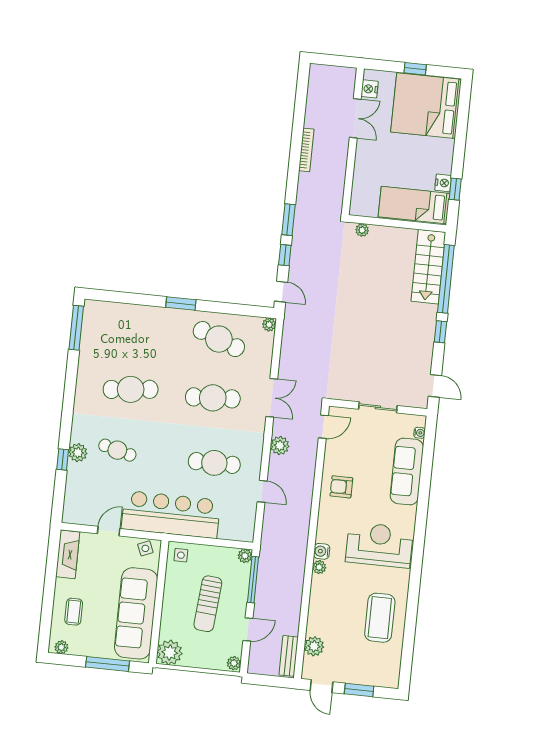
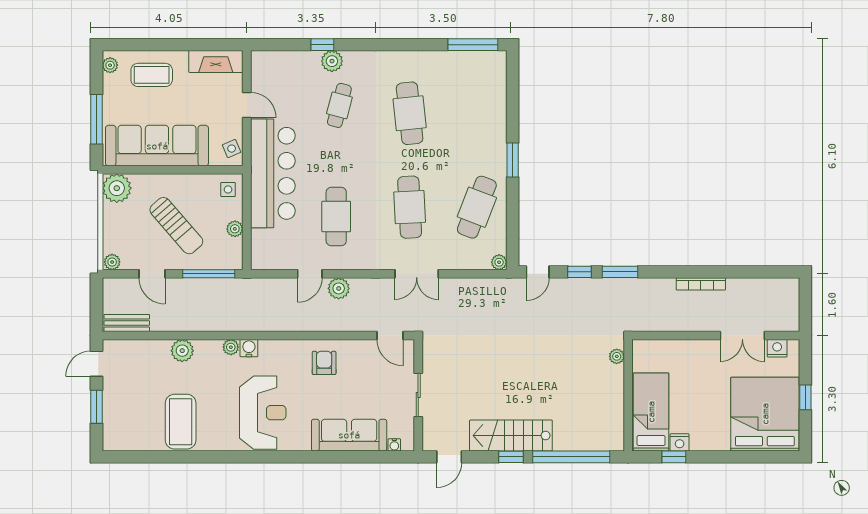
stairs: (428, 267) -> (511, 435), moved
plant: (280, 446) -> (339, 288), moved
plant: (245, 556) -> (235, 229), moved
sun lounger: (208, 604) -> (176, 226), turned -136
coffee table: (74, 612) -> (152, 75), width x1.36, depth x1.30
coffee table: (380, 618) -> (181, 422), turned 90
plant: (314, 646) -> (182, 351), moved

